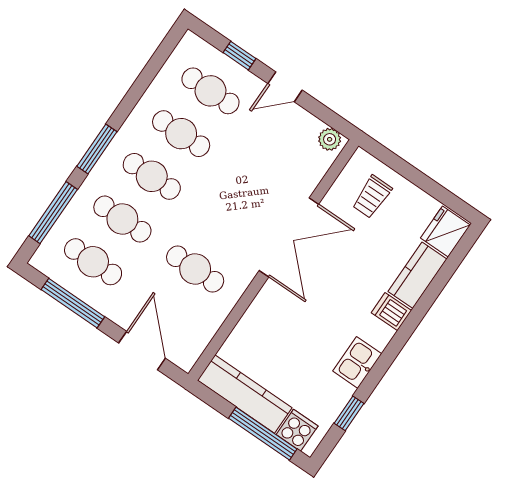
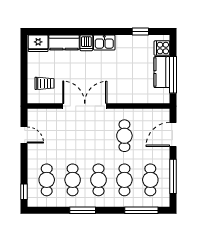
window: (240, 56) -> (24, 192), moved
door: (285, 87) -> (24, 135), moved
plant: (330, 139) -> (33, 117), removed
window: (97, 149) -> (83, 210), moved
kitchen sink: (357, 362) -> (104, 42), moved
kitchen counter: (245, 394) -> (162, 72), width x0.67
window: (263, 434) -> (173, 75), moved

